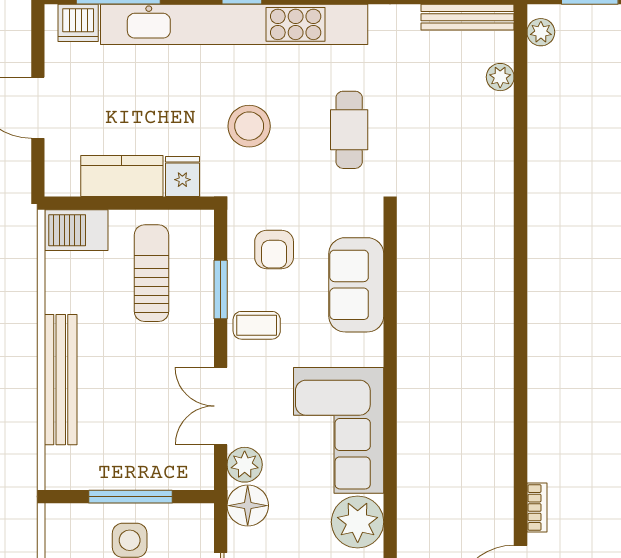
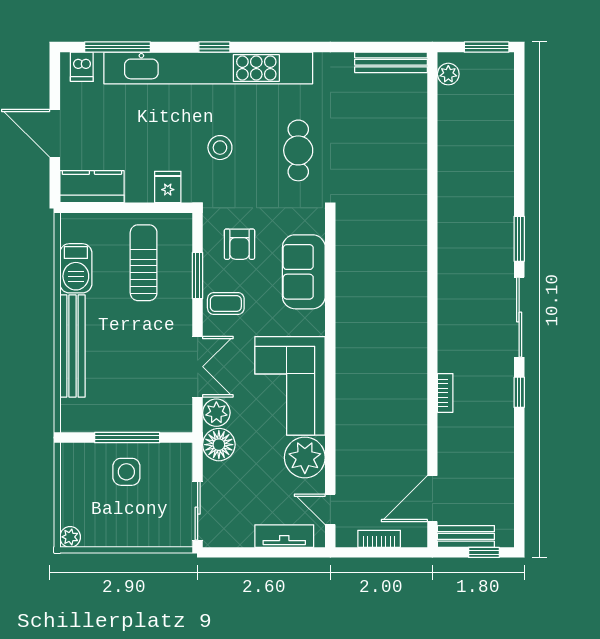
dishwasher: (78, 23) -> (82, 67), width x0.73
plant: (500, 77) -> (416, 109), removed
stool: (249, 126) -> (220, 148), width x0.73, depth x0.73
kitchen counter: (122, 176) -> (92, 187), moved
barbecue: (76, 230) -> (76, 268), moved, turned -90
double door: (221, 406) -> (198, 367), swing flipped
bookcase: (537, 508) -> (445, 393), moved

